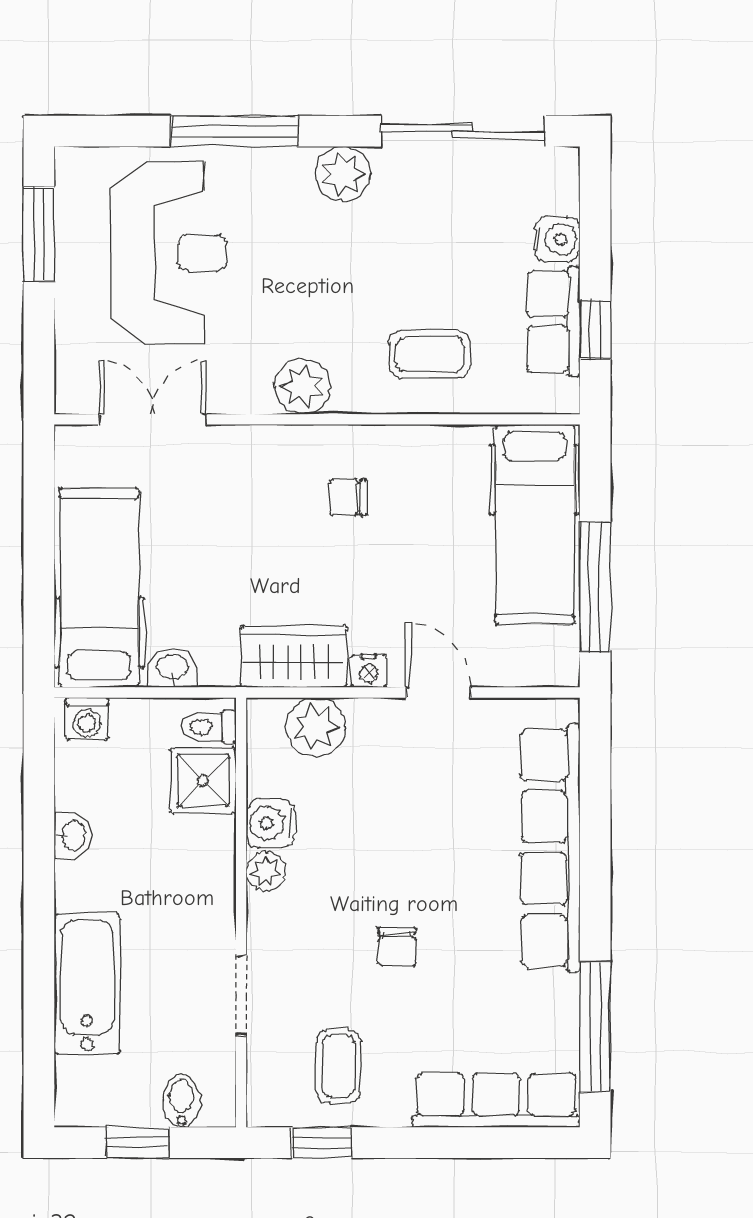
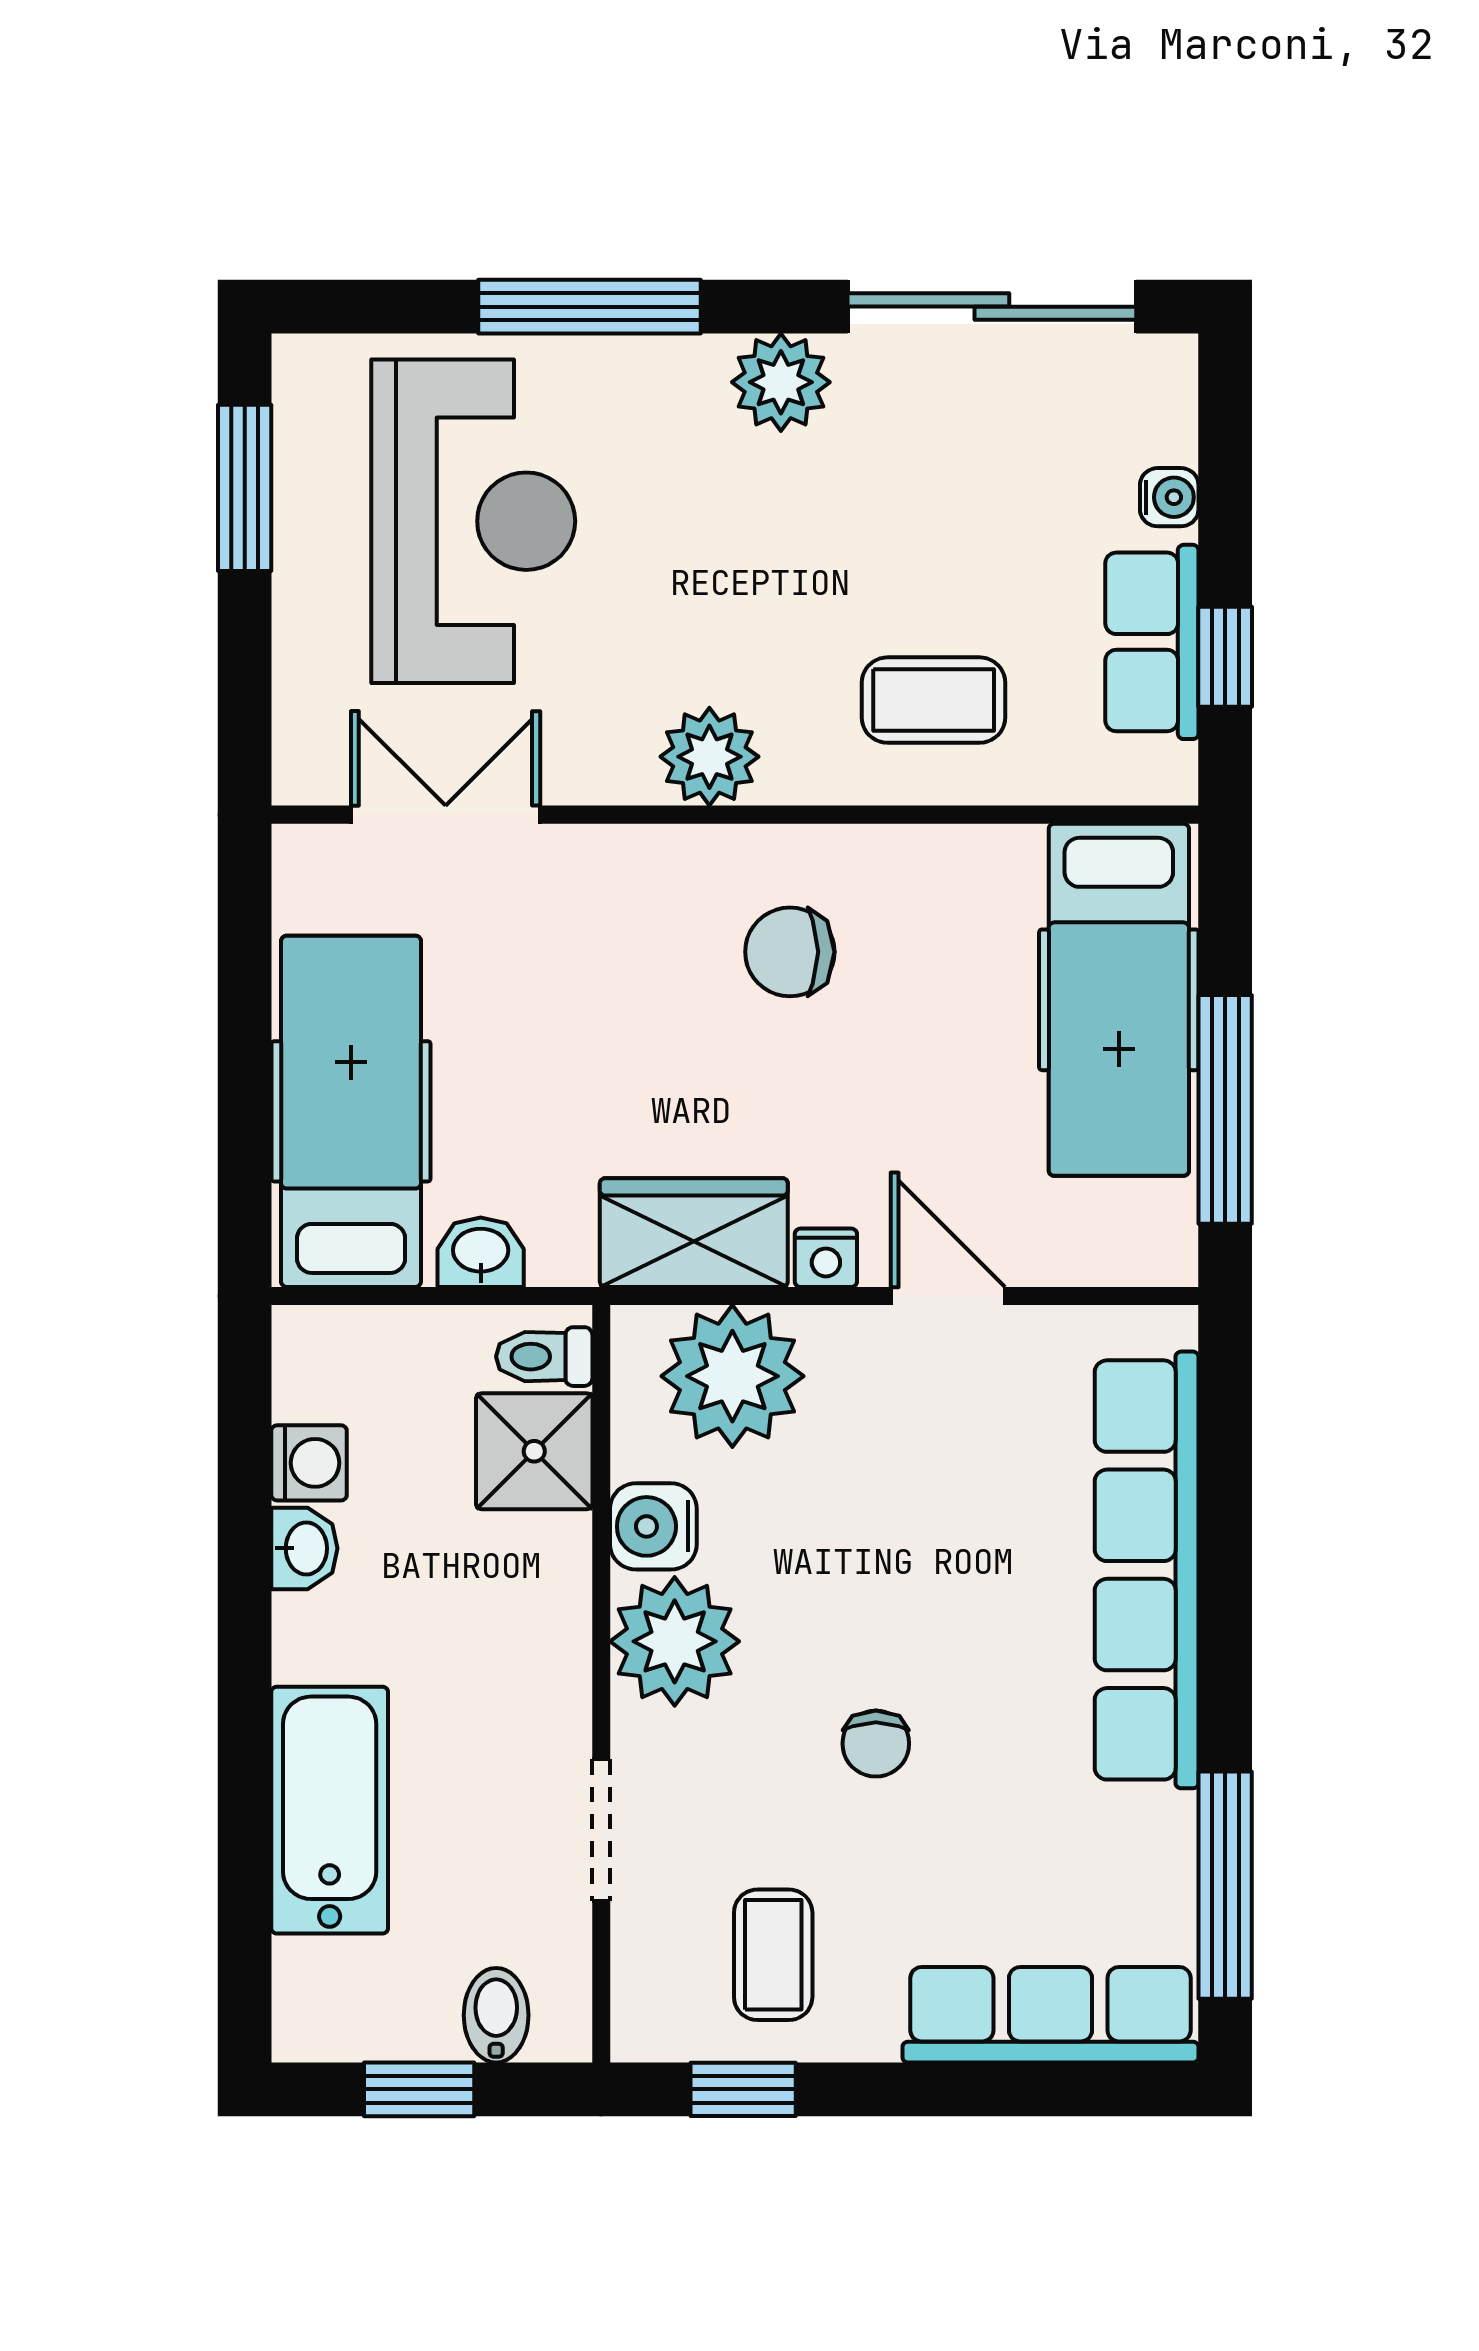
water cooler: (557, 239) -> (1169, 497), width x0.72, depth x0.72
chair: (348, 497) -> (790, 952), width x1.37, depth x1.37
washing machine: (87, 719) -> (309, 1463), moved, turned -90
plant: (316, 727) -> (732, 1376), width x1.36, depth x1.36
plant: (266, 871) -> (675, 1641), width x1.87, depth x1.87

